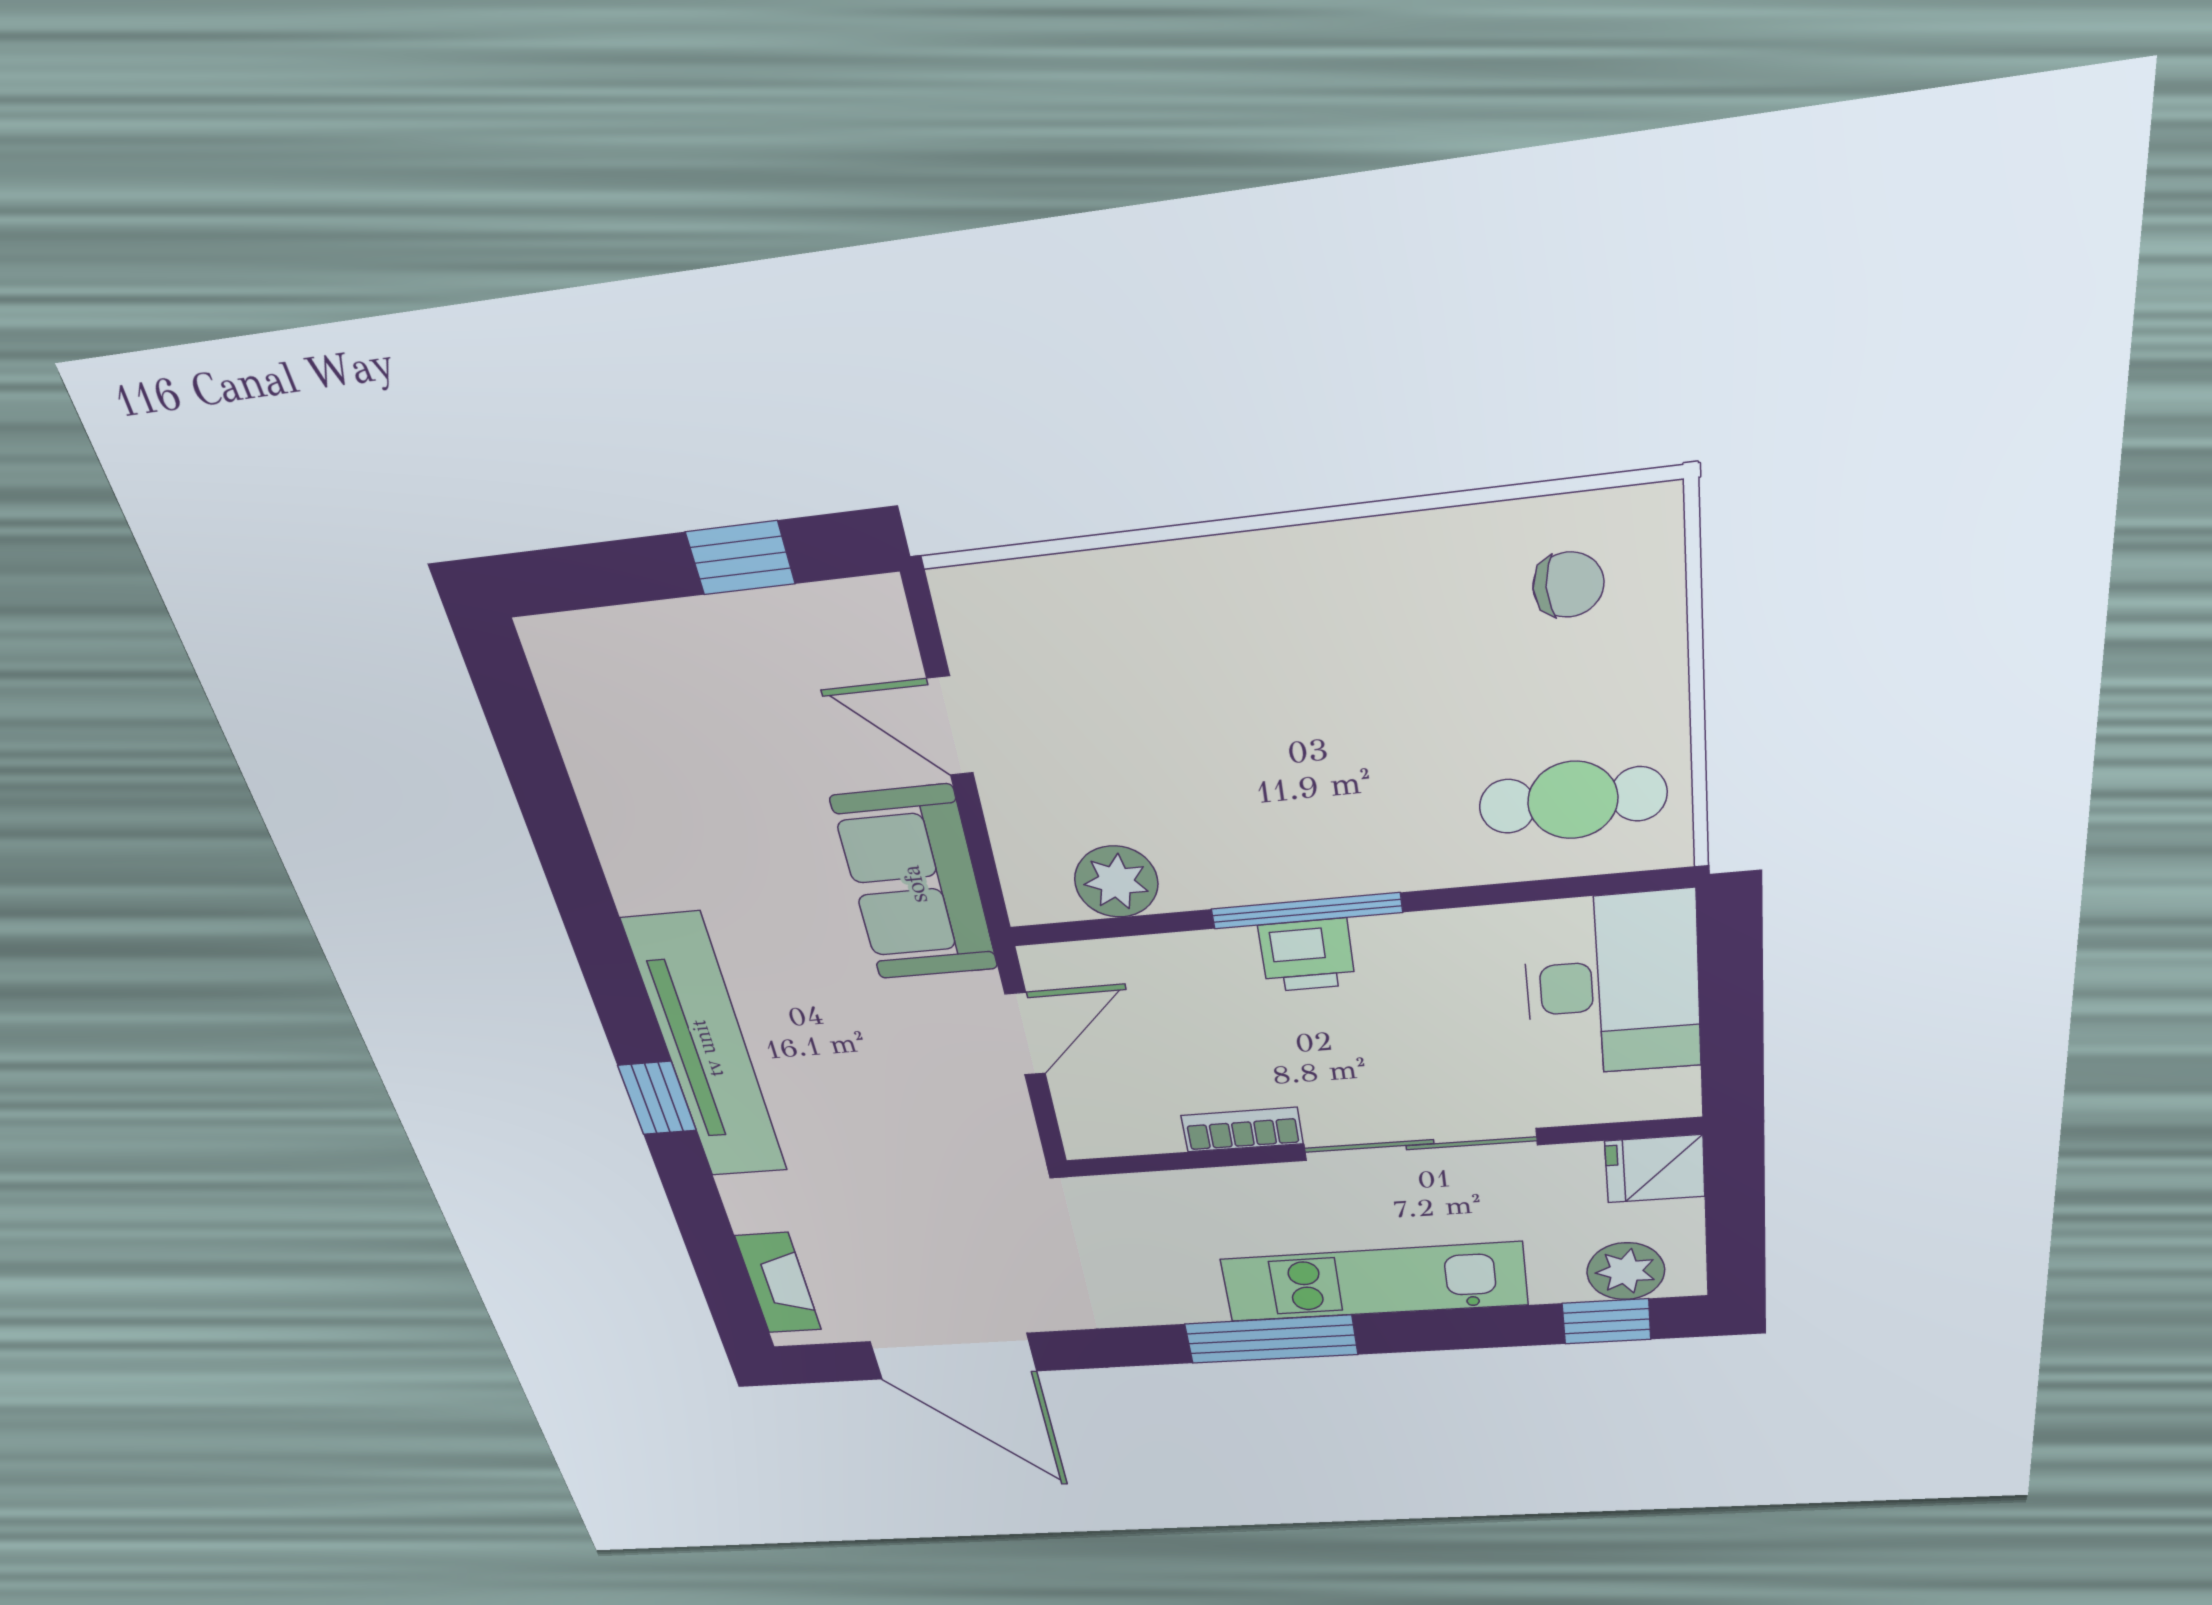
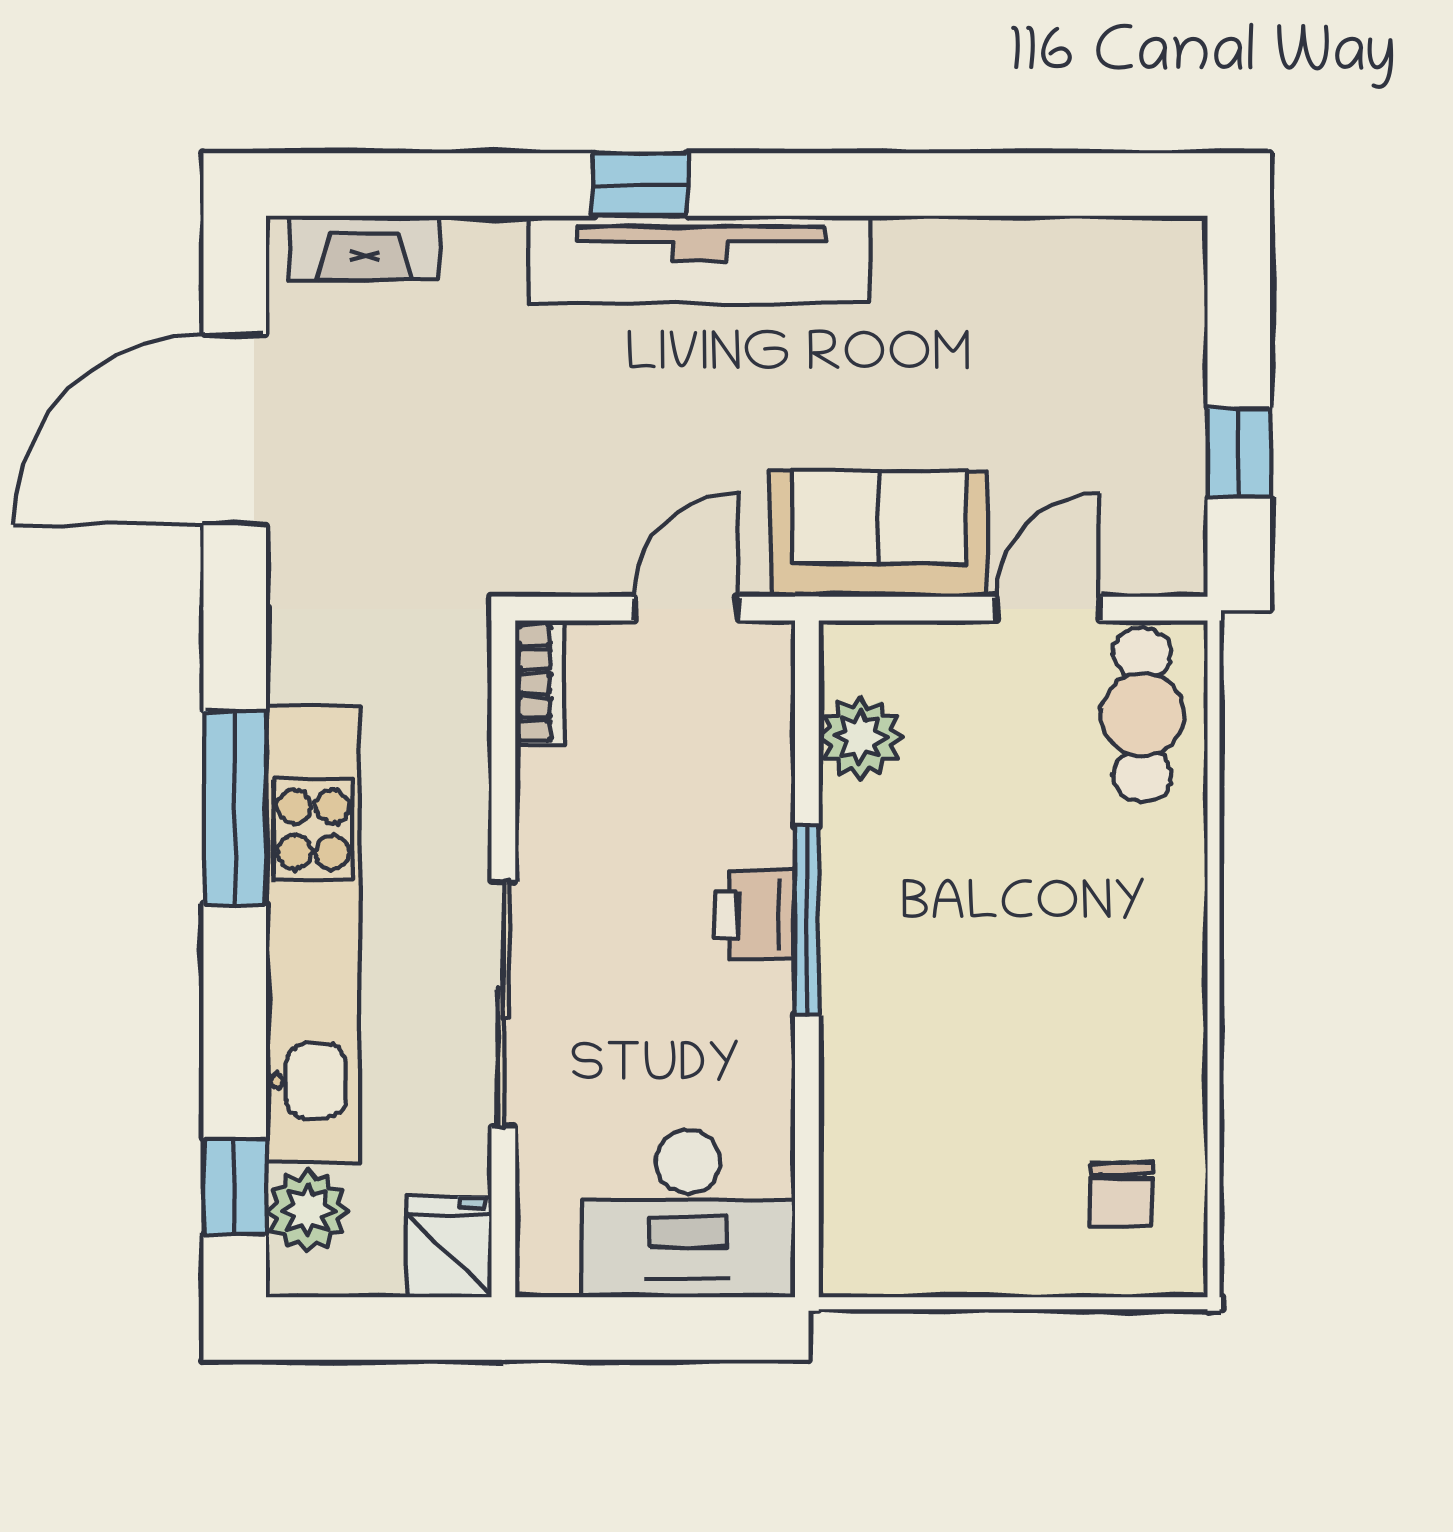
cafe table: (1573, 800) -> (1142, 715), moved
door: (1025, 1034) -> (686, 609), swing flipped
bookcase: (1242, 1130) -> (540, 683), moved
kitchen unit: (1374, 1282) -> (313, 935), width x1.36

